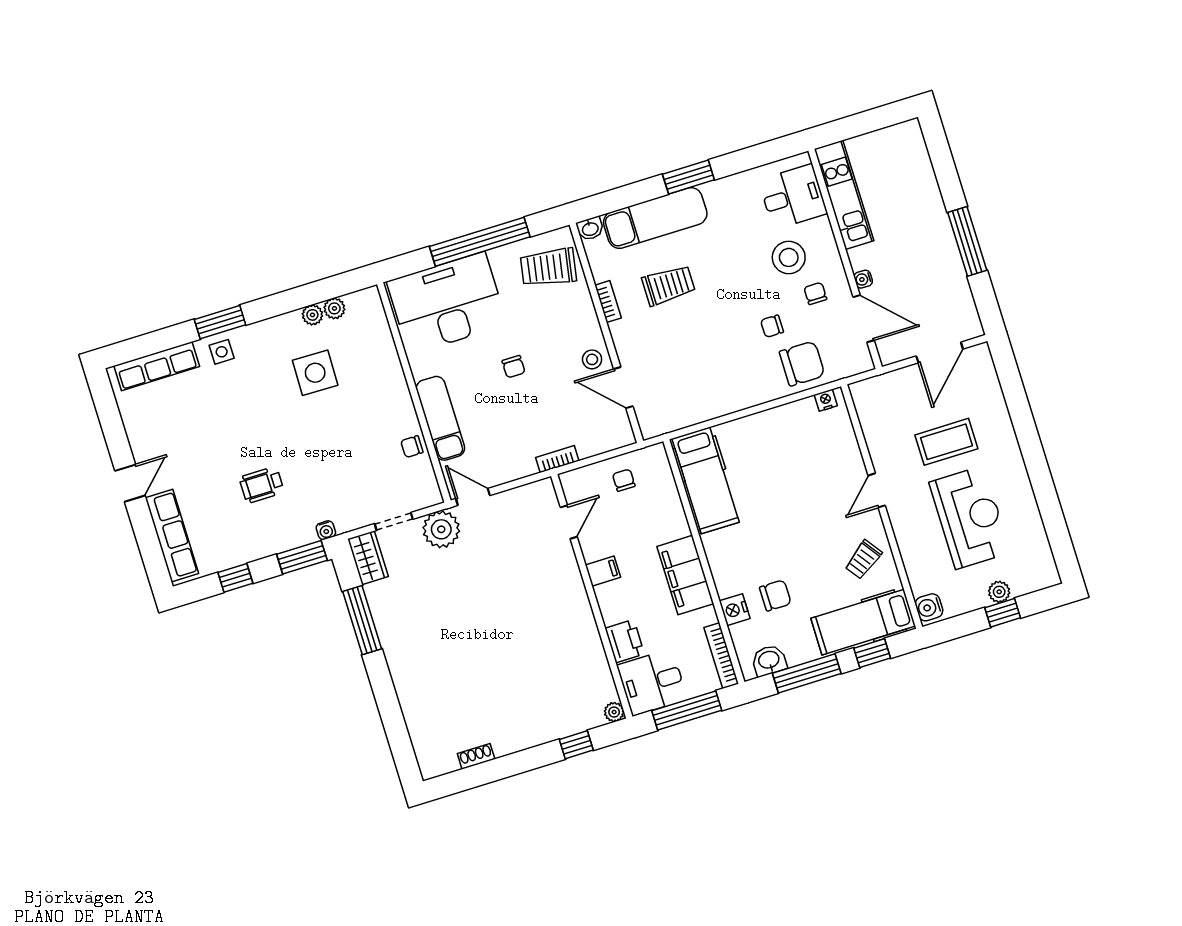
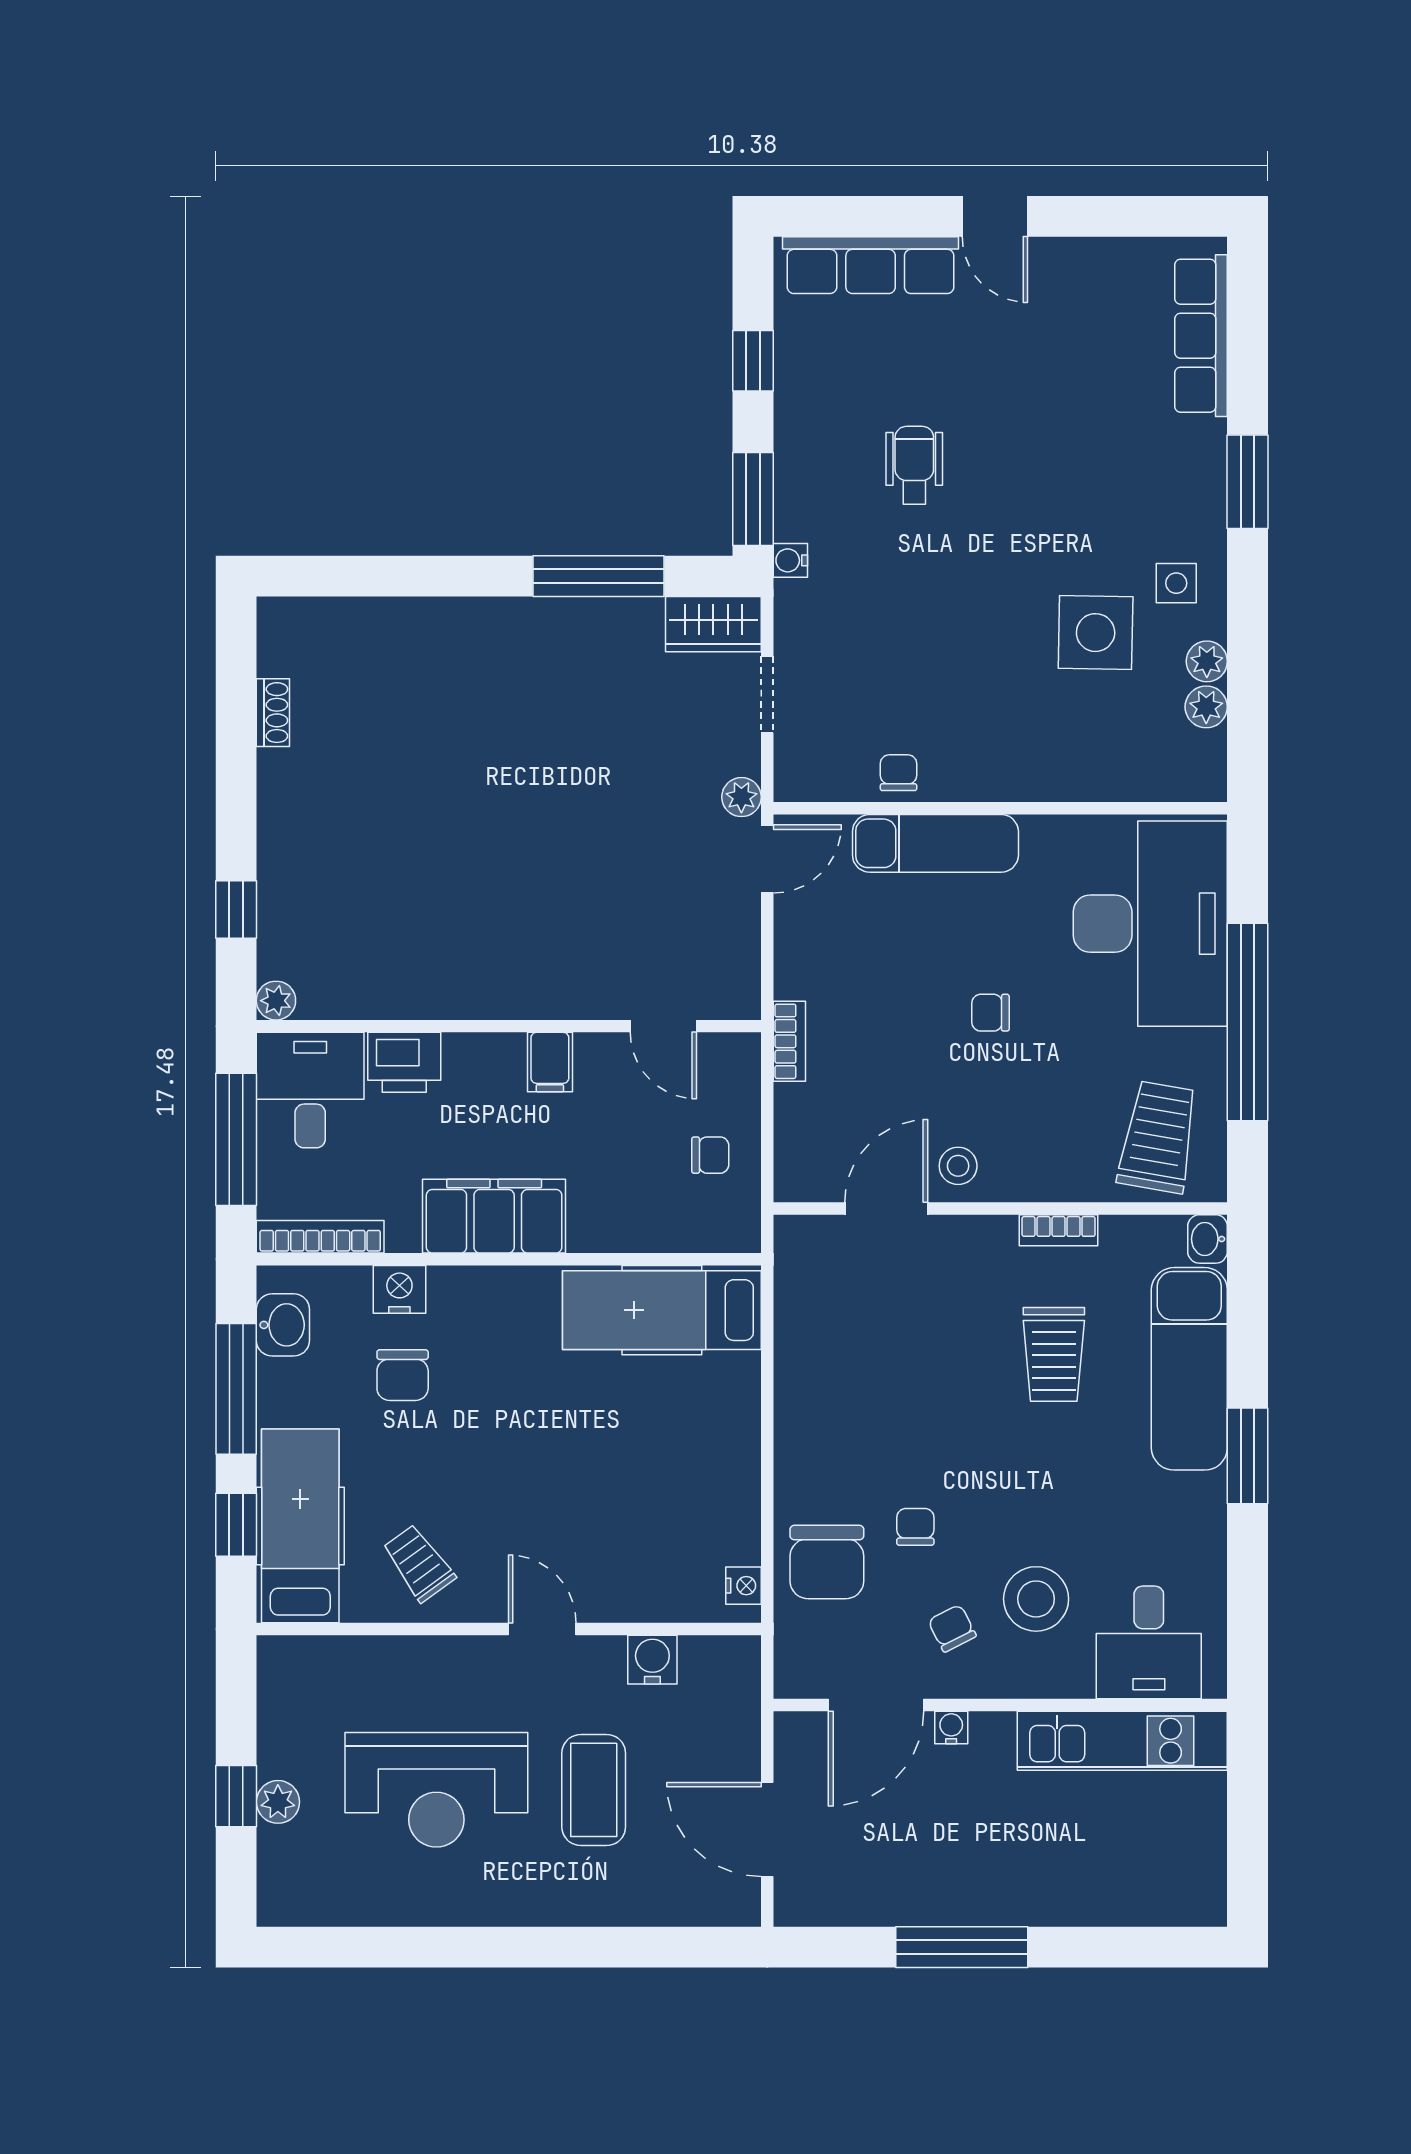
chair: (815, 293) -> (952, 1628), turned -117
side table: (222, 352) -> (1176, 583), moved
plant: (441, 529) -> (741, 797), width x0.53, depth x0.53
water cooler: (929, 607) -> (652, 1660), moved

